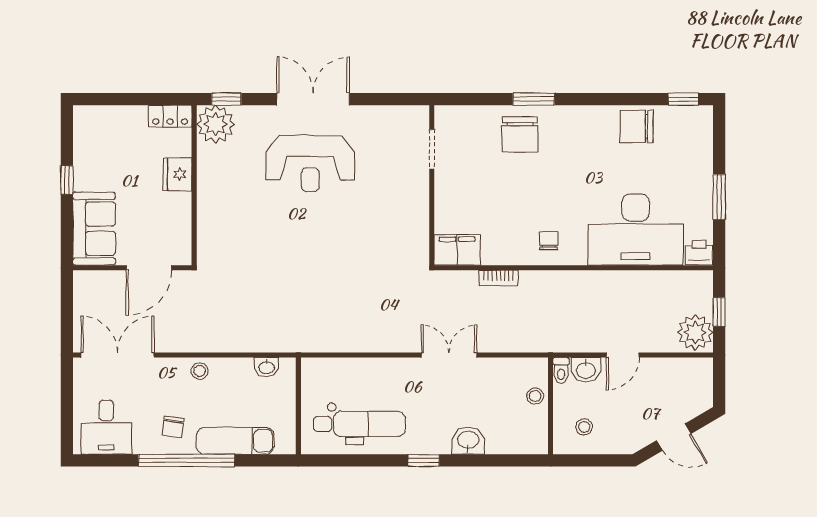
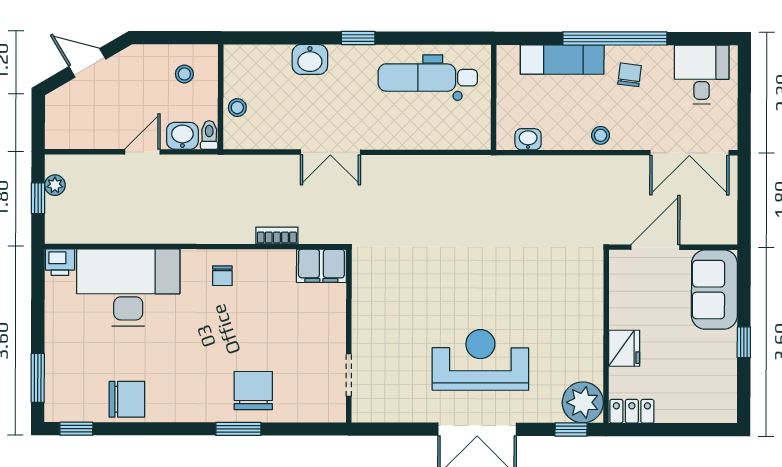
window: (719, 197) -> (38, 378), moved
plant: (695, 332) -> (55, 185), width x0.53, depth x0.53

